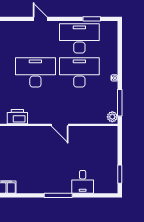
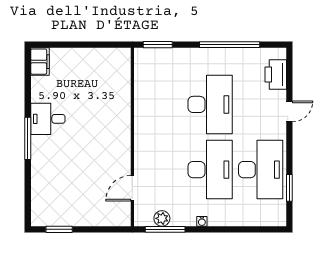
printer: (17, 117) -> (276, 75), moved, turned 180
plant: (112, 117) -> (162, 218), moved
door: (60, 125) -> (132, 188), moved
desk: (83, 182) -> (48, 119), moved

